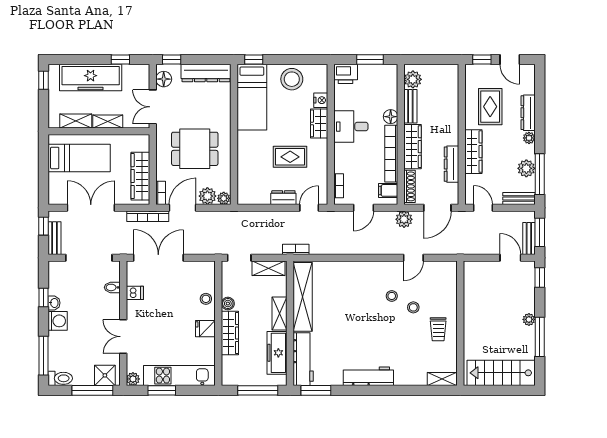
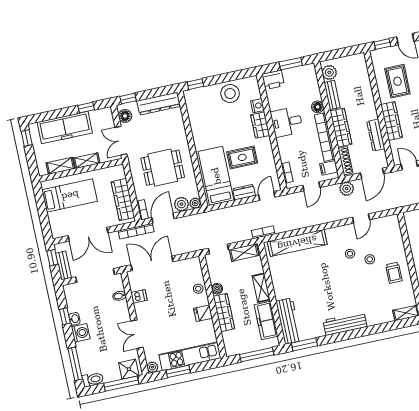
bed: (252, 97) -> (216, 176), moved, turned 180
double door: (91, 208) -> (88, 234), swing flipped
shelving: (303, 297) -> (297, 243), moved, turned 90

